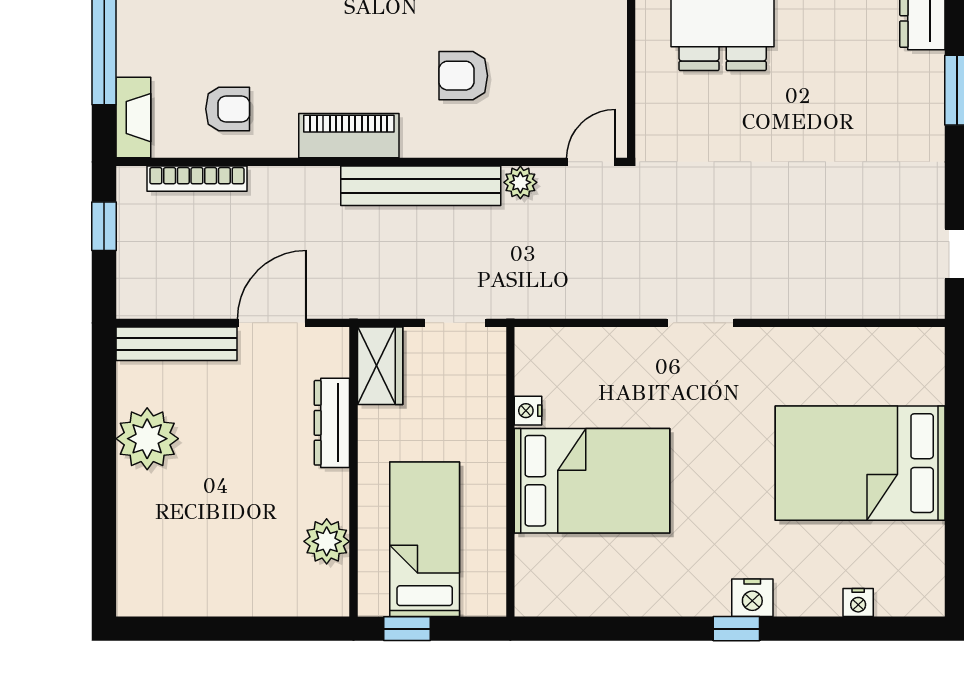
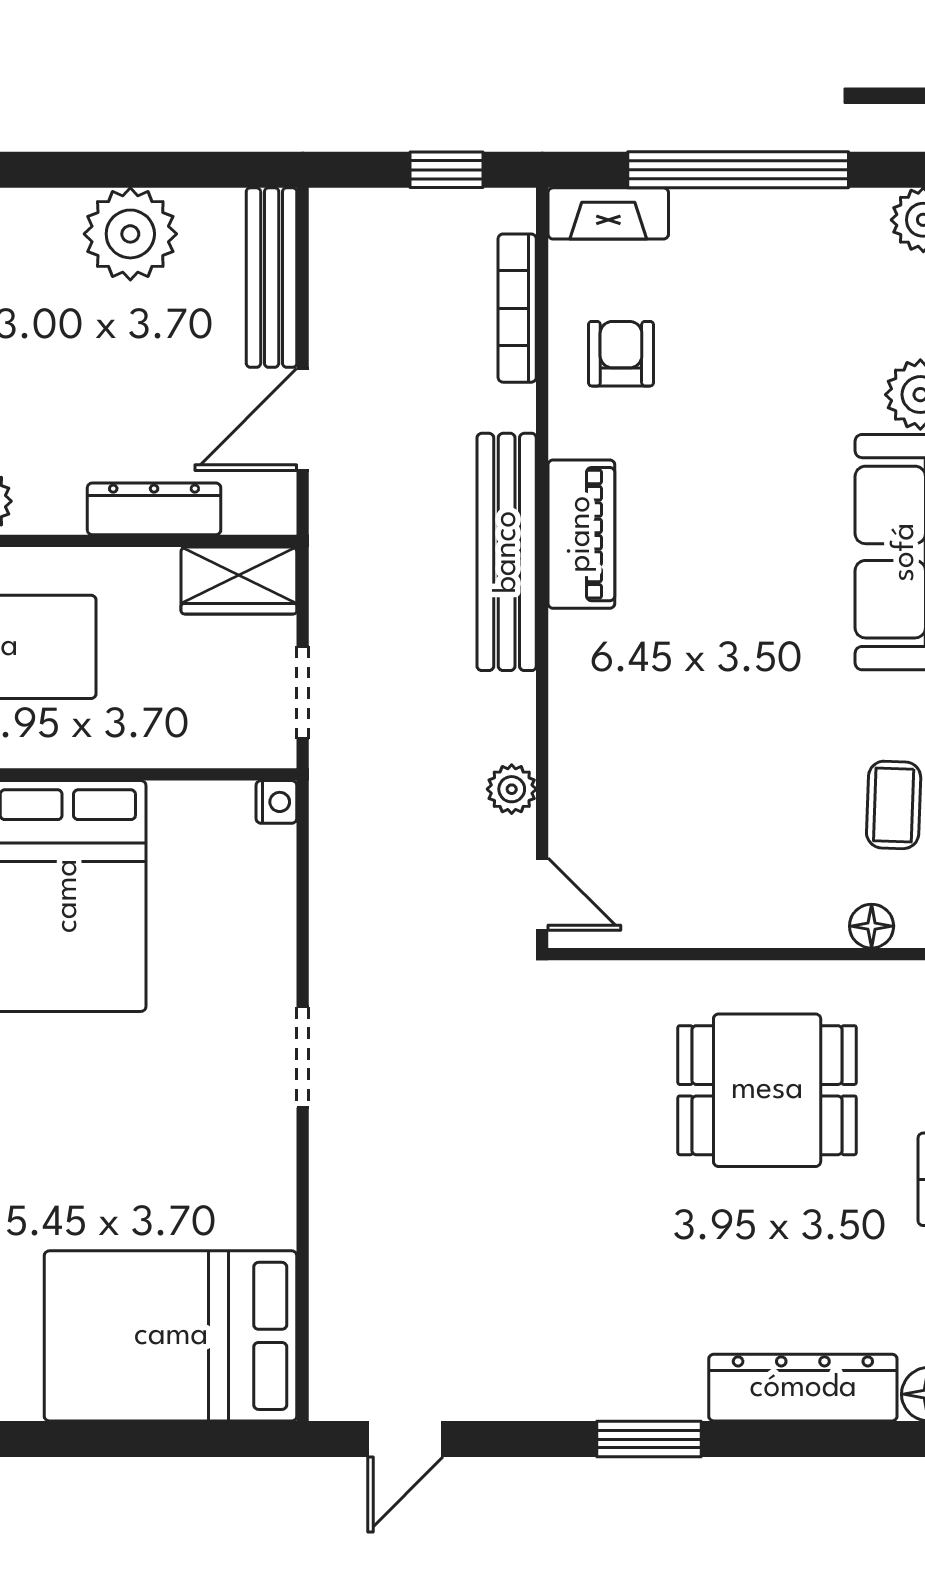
armchair: (463, 76) -> (671, 704), removed
armchair: (228, 109) -> (621, 354), turned 180
bench: (421, 186) -> (507, 552), moved
door: (272, 323) -> (303, 419), swing flipped
nightstand: (528, 411) -> (276, 802), moved, turned 90
bed: (860, 463) -> (171, 1336), moved, turned -90

